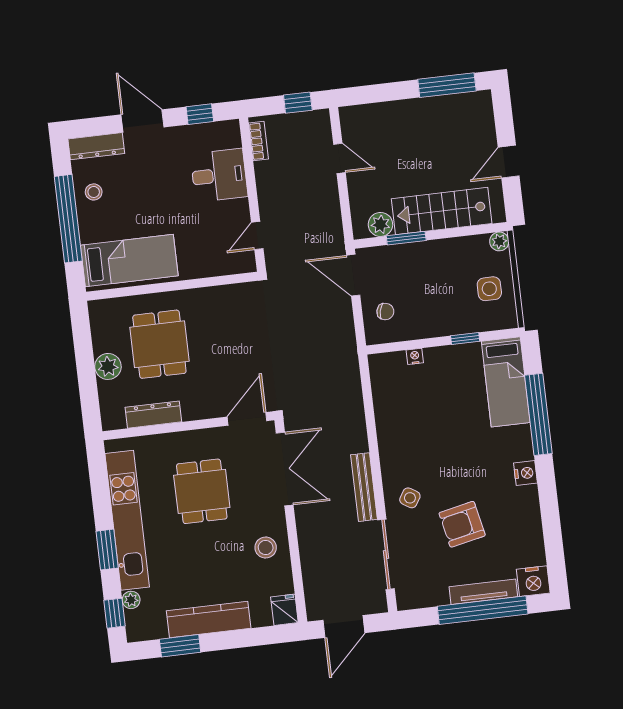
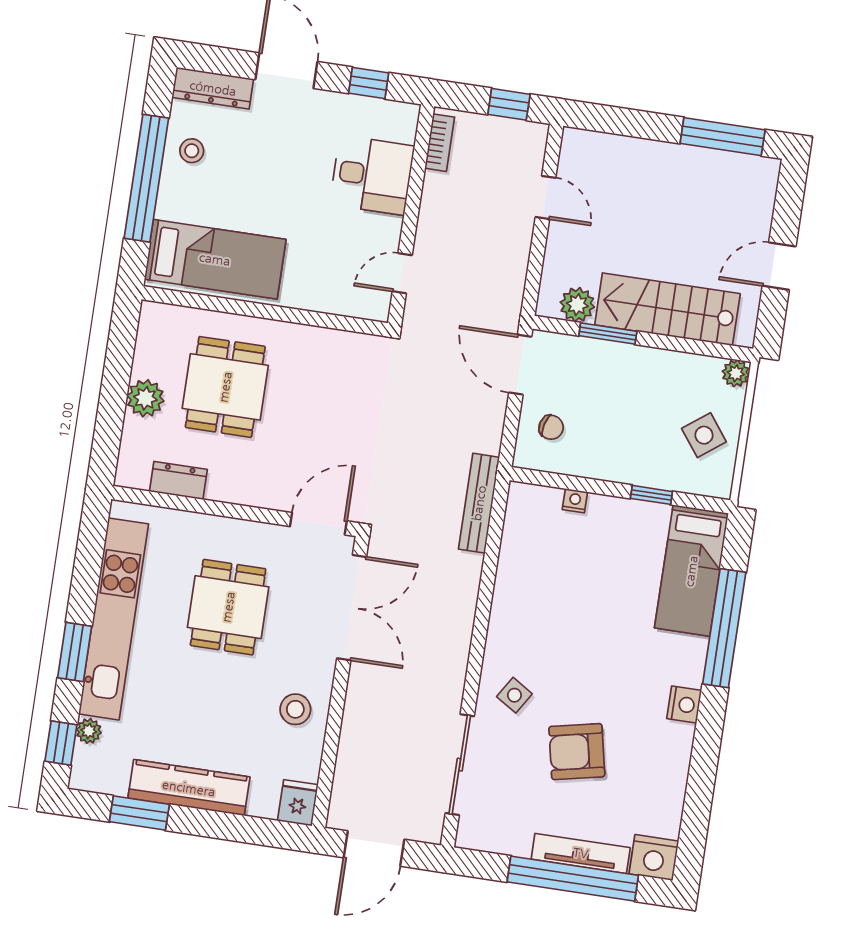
side table: (489, 289) -> (704, 435), turned -37
dresser: (153, 415) -> (178, 481), width x0.70
bench: (364, 487) -> (479, 503), moved

